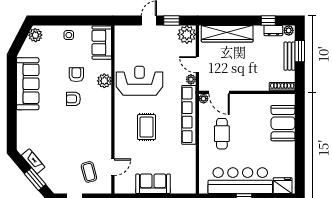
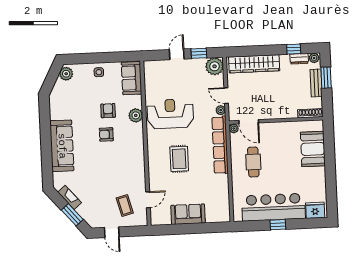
sofa: (28, 84) -> (62, 146), moved

